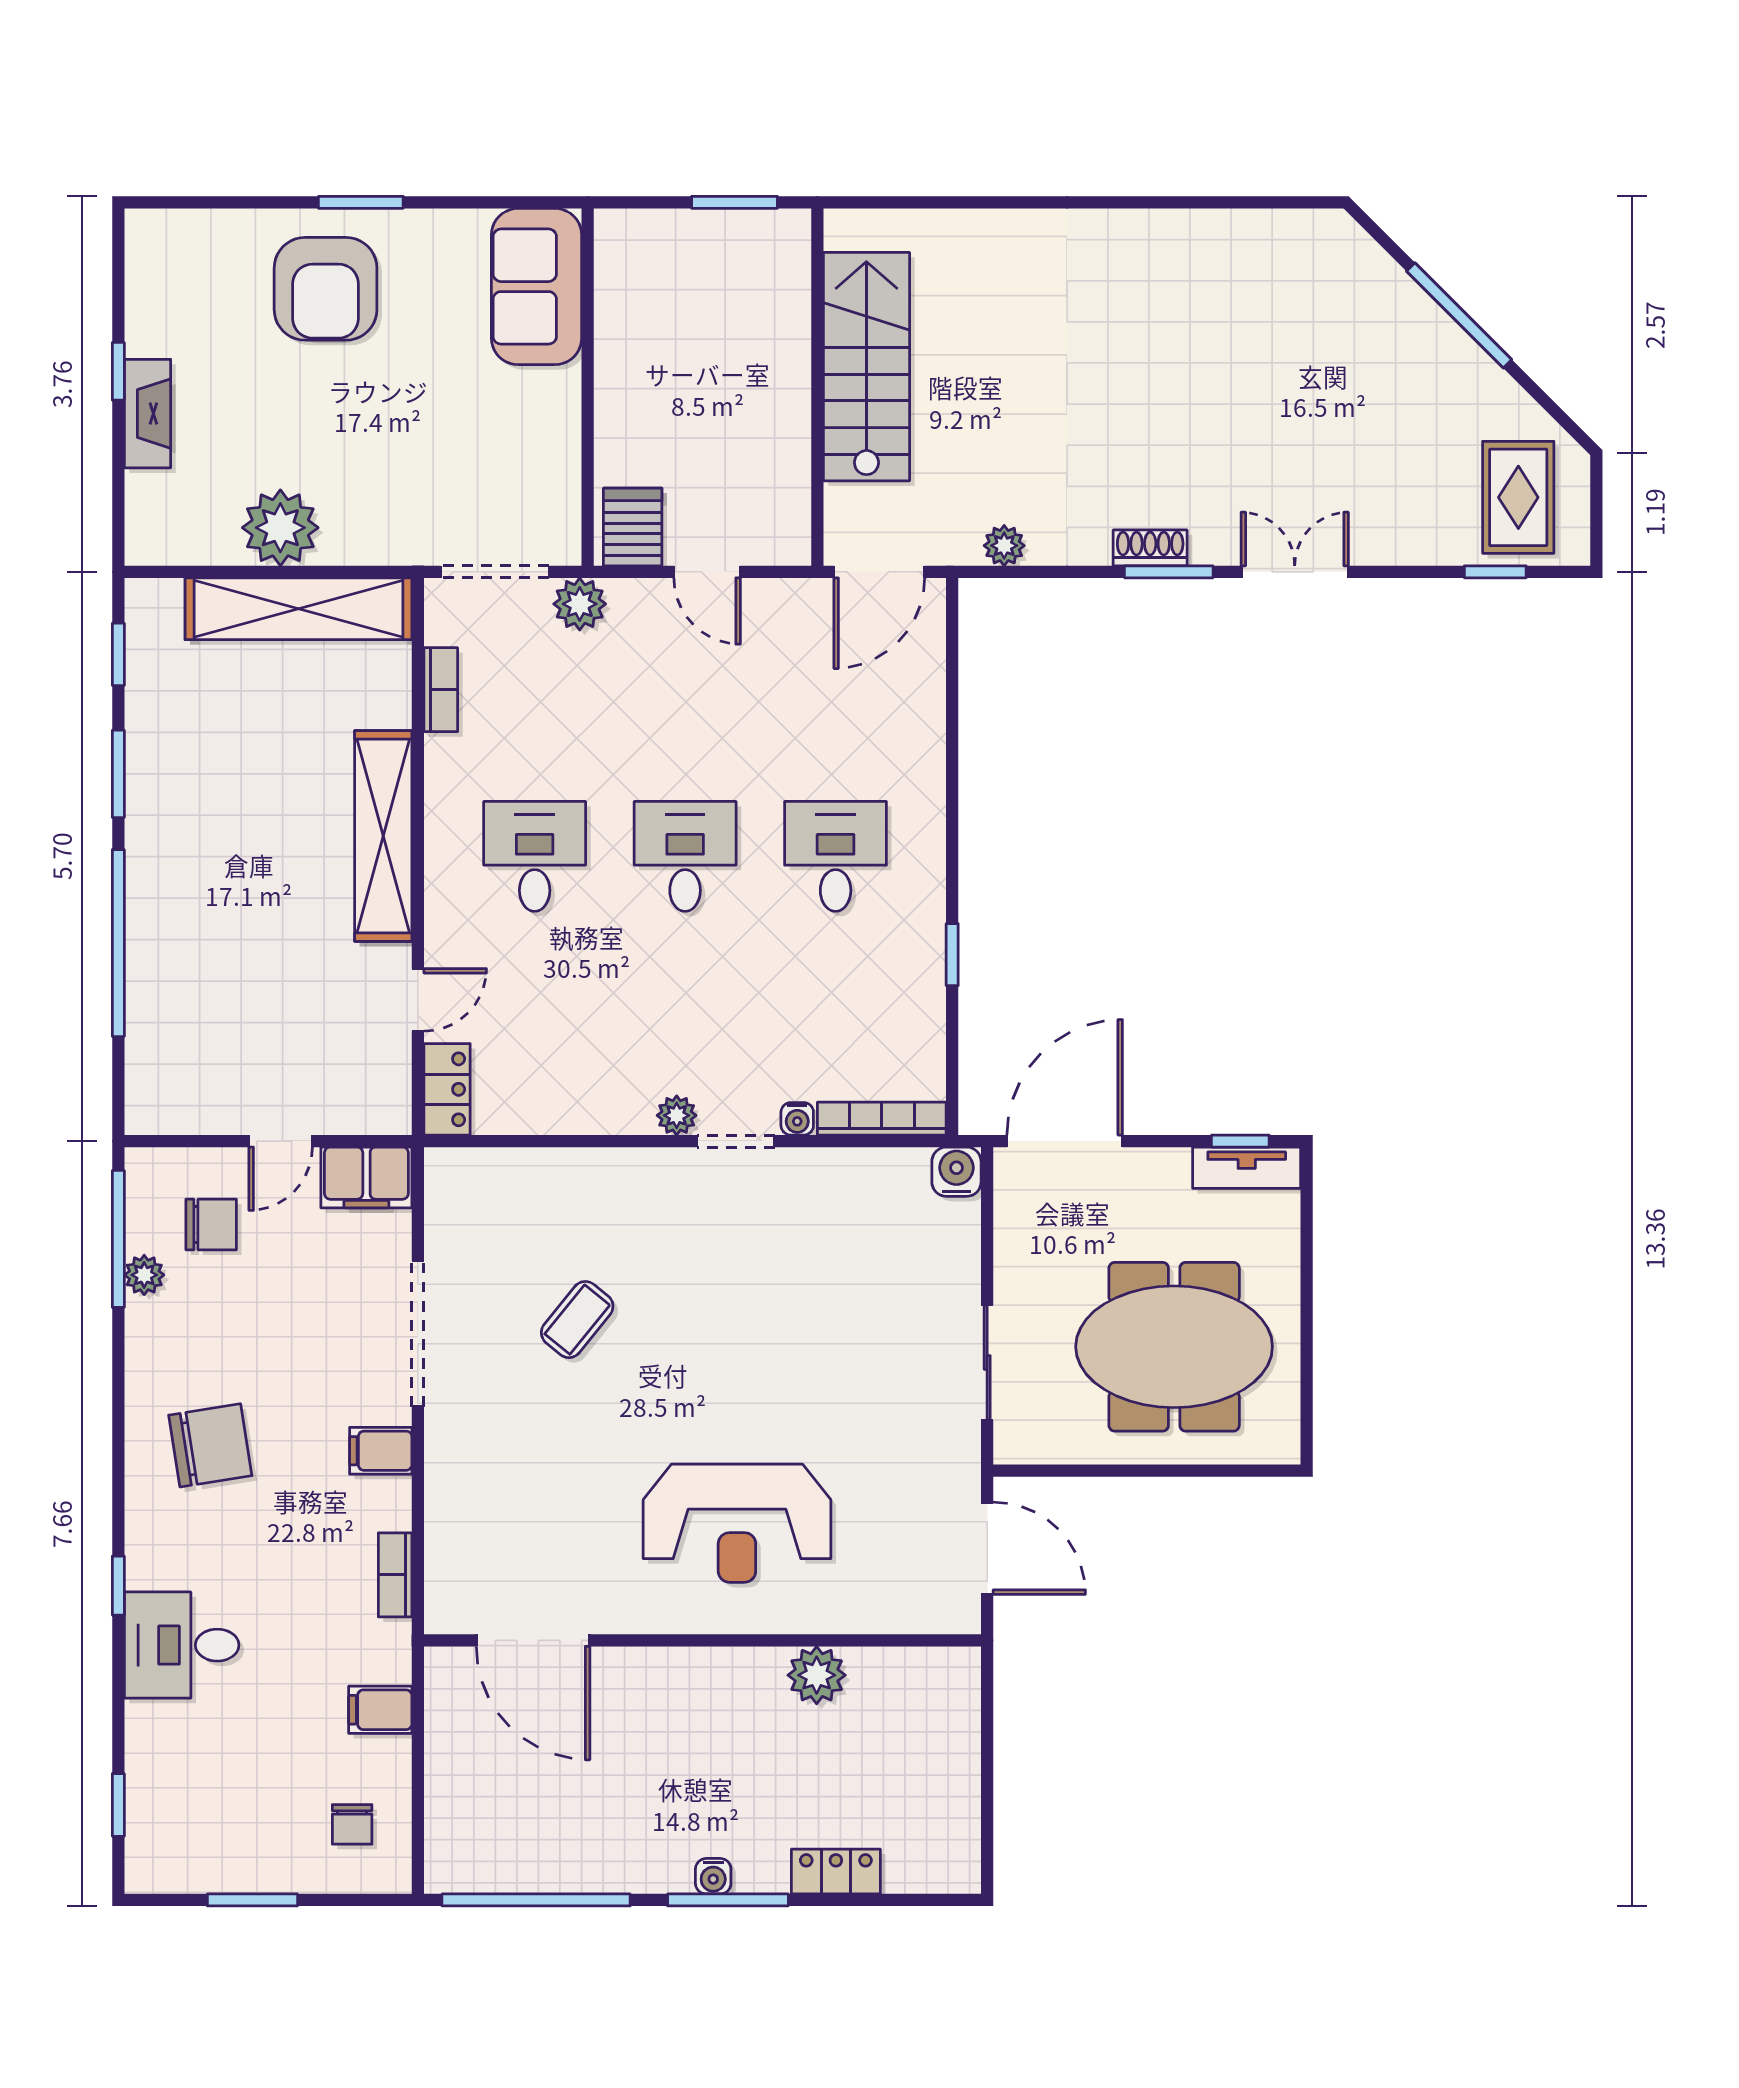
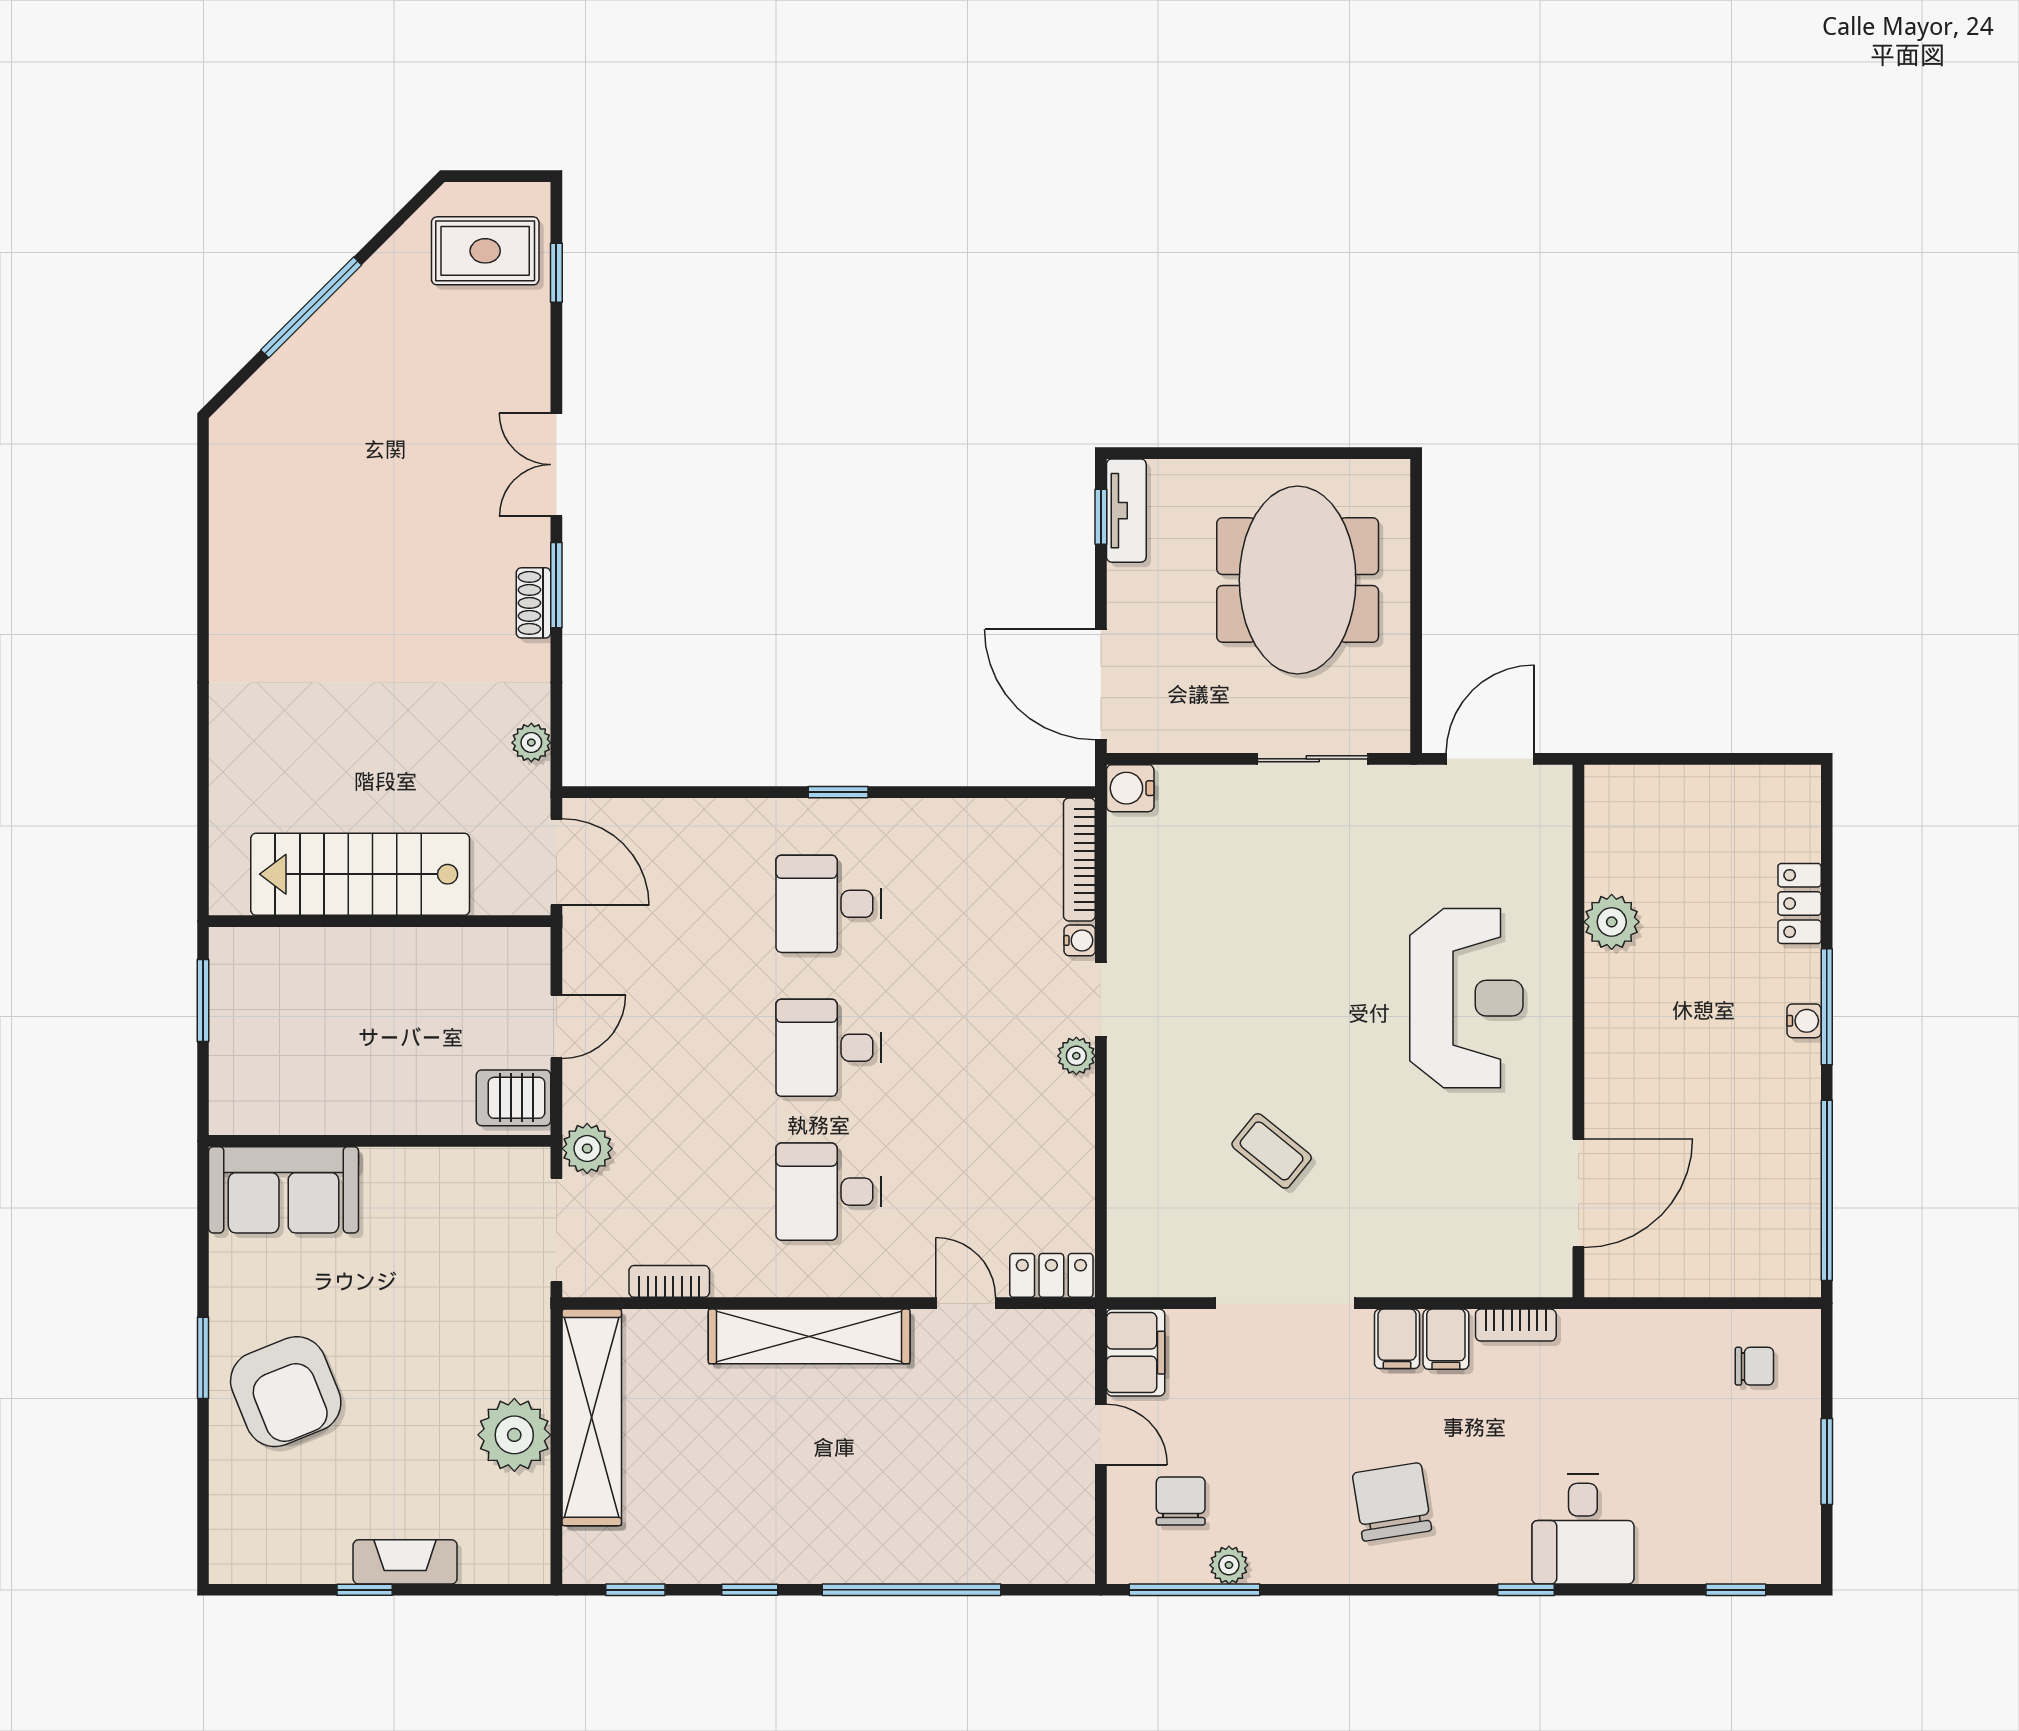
armchair: (326, 289) -> (286, 1392), turned 68
window: (118, 774) -> (750, 1590), width x0.67
window: (952, 955) -> (838, 792), moved
filing cabinet: (380, 1710) -> (1446, 1339), moved

